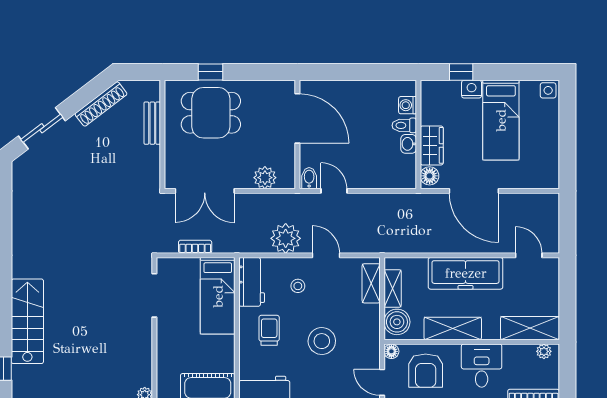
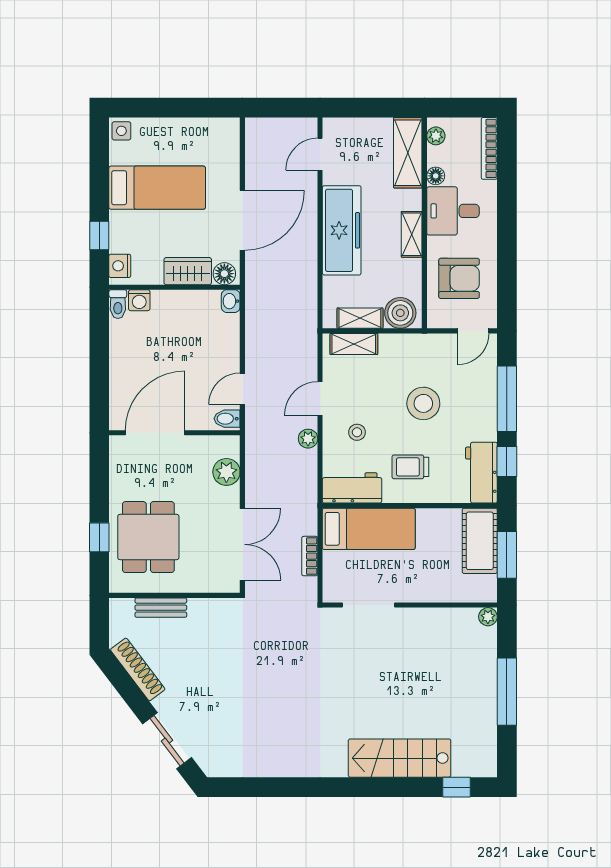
nightstand: (472, 89) -> (120, 266), moved
toilet: (404, 125) -> (118, 304), moved
washbasin: (409, 144) -> (231, 301), moved, turned 90
plant: (286, 238) -> (308, 439), width x0.53, depth x0.53
shelving: (453, 328) -> (412, 234), width x0.67, depth x0.75
floor lamp: (391, 351) -> (436, 176), moved

